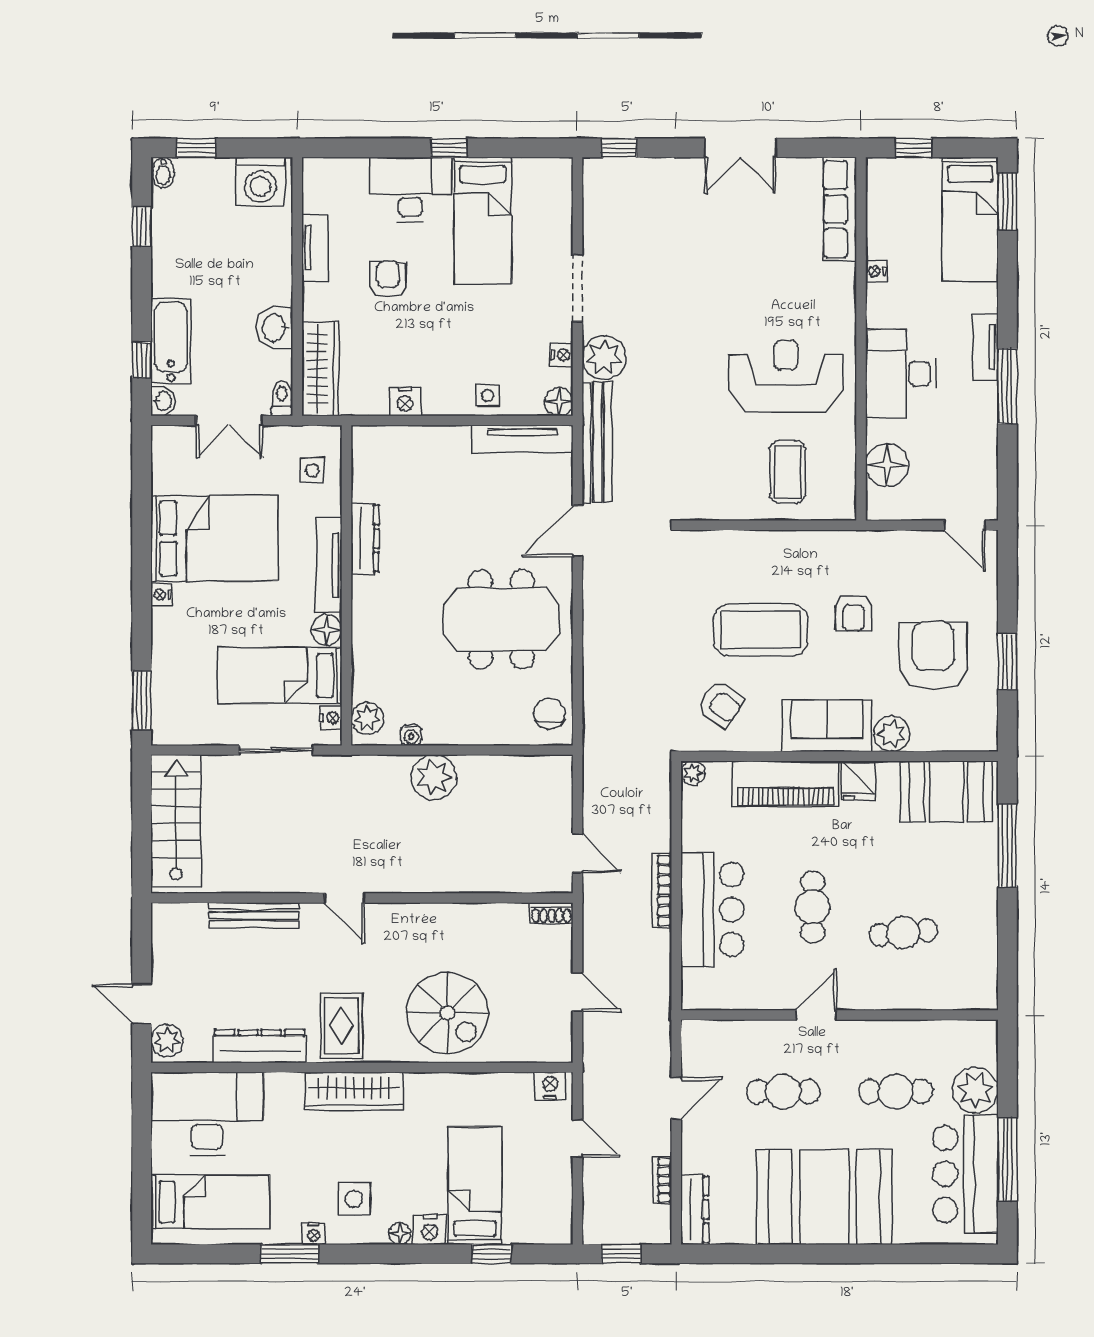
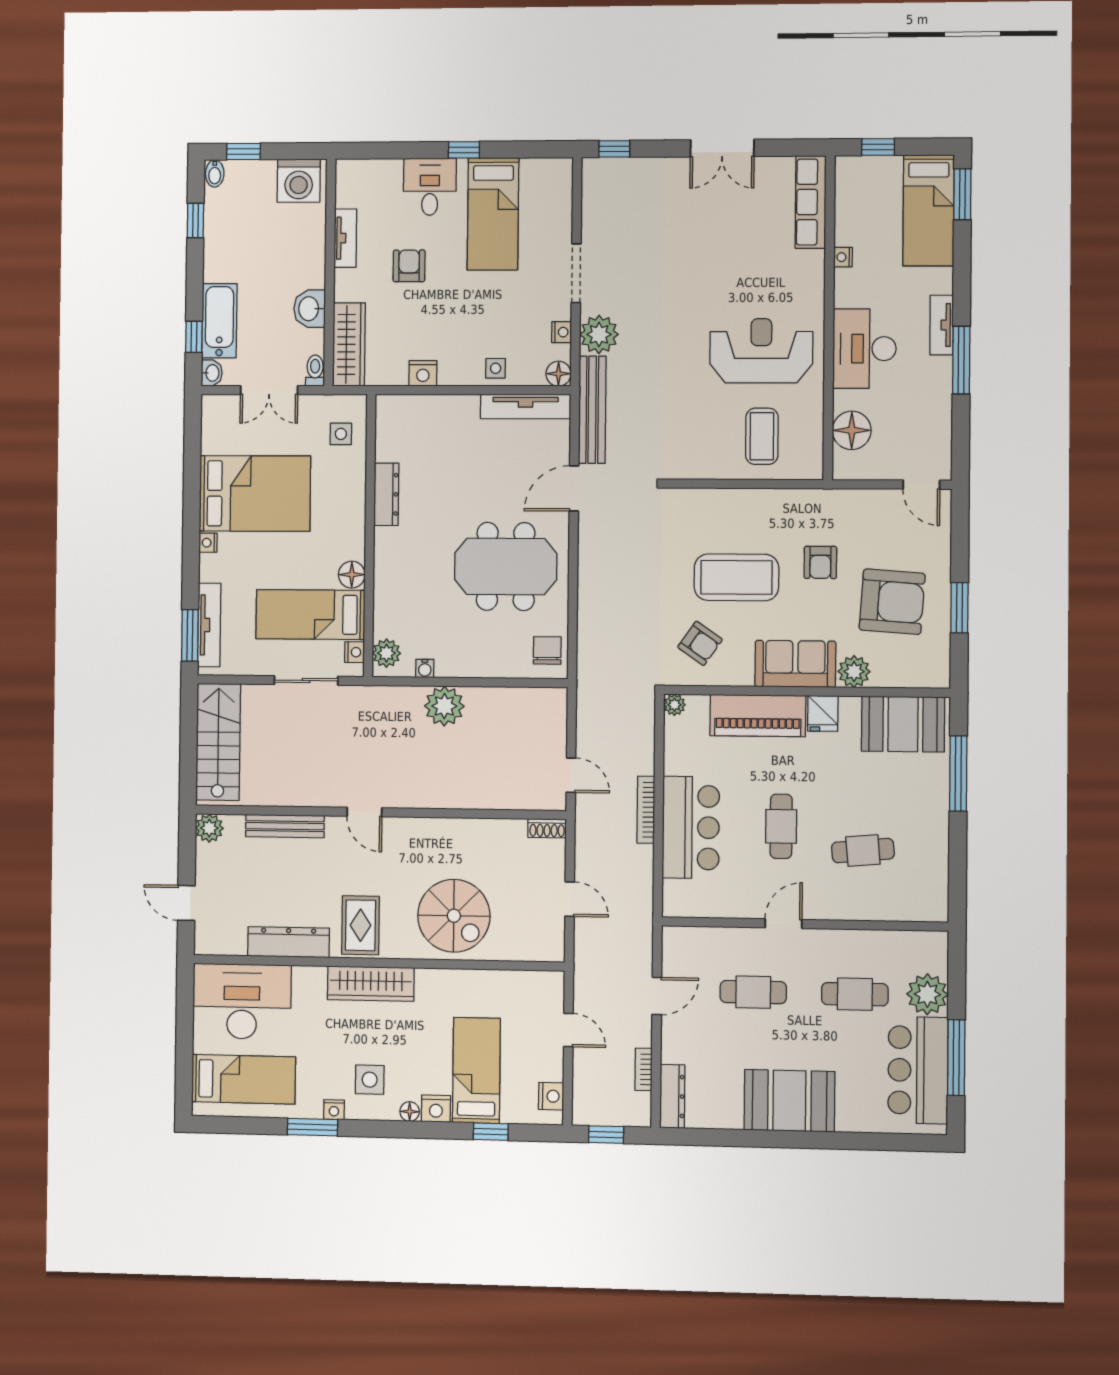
desk: (411, 190) -> (430, 187), width x0.73
tv unit: (329, 565) -> (209, 625), moved, turned 180
armchair: (933, 656) -> (892, 602), turned 94
plant: (167, 1040) -> (209, 828), moved
nightstand: (550, 1086) -> (551, 1096), moved, turned 90
booth: (824, 1197) -> (789, 1101), width x0.73, depth x0.70

